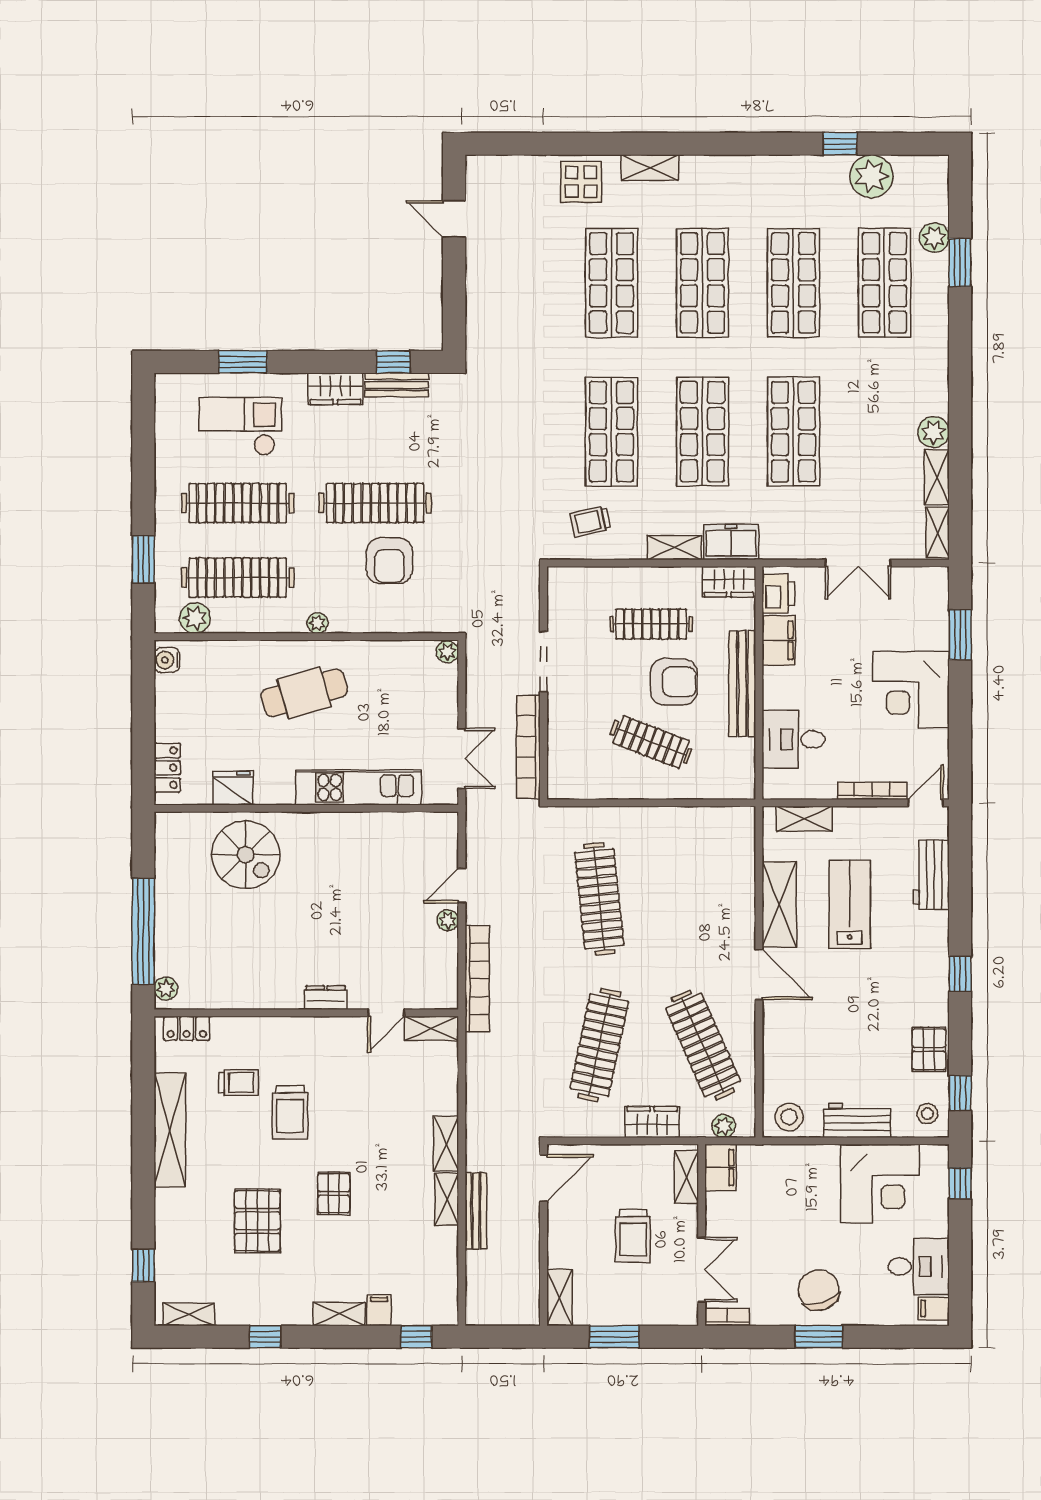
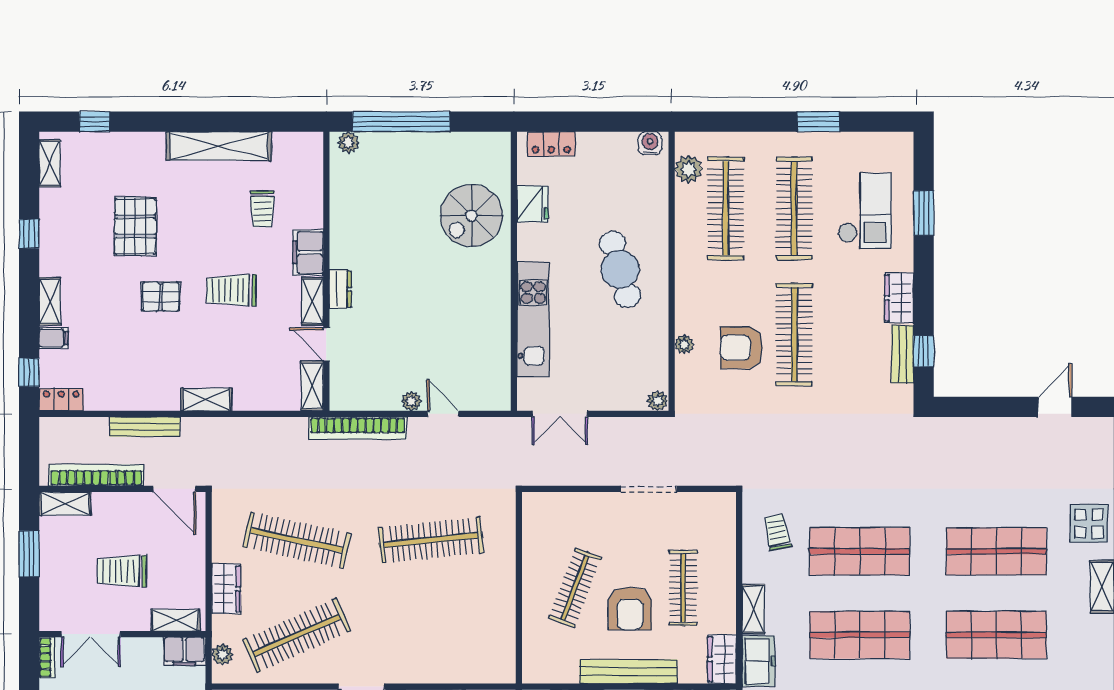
window: (143, 559) -> (819, 122), moved
plant: (317, 623) -> (684, 344), moved
bookcase: (528, 747) -> (96, 475), moved
locker: (187, 1028) -> (61, 400), moved, turned 90
filing cabinet: (286, 1033) -> (308, 252), added
trolley: (290, 1112) -> (231, 290), moved
shelving: (447, 1199) -> (313, 301), moved, turned 90
pallet: (257, 1221) -> (135, 226), turned 90

